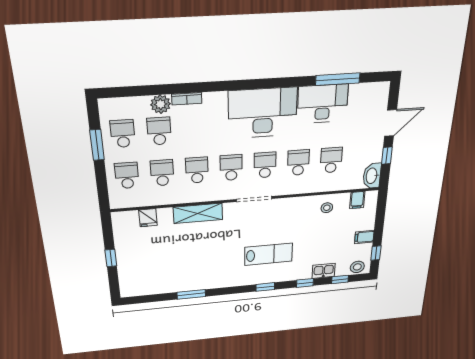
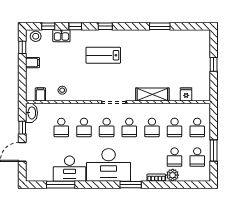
window: (228, 86) -> (131, 185), added

